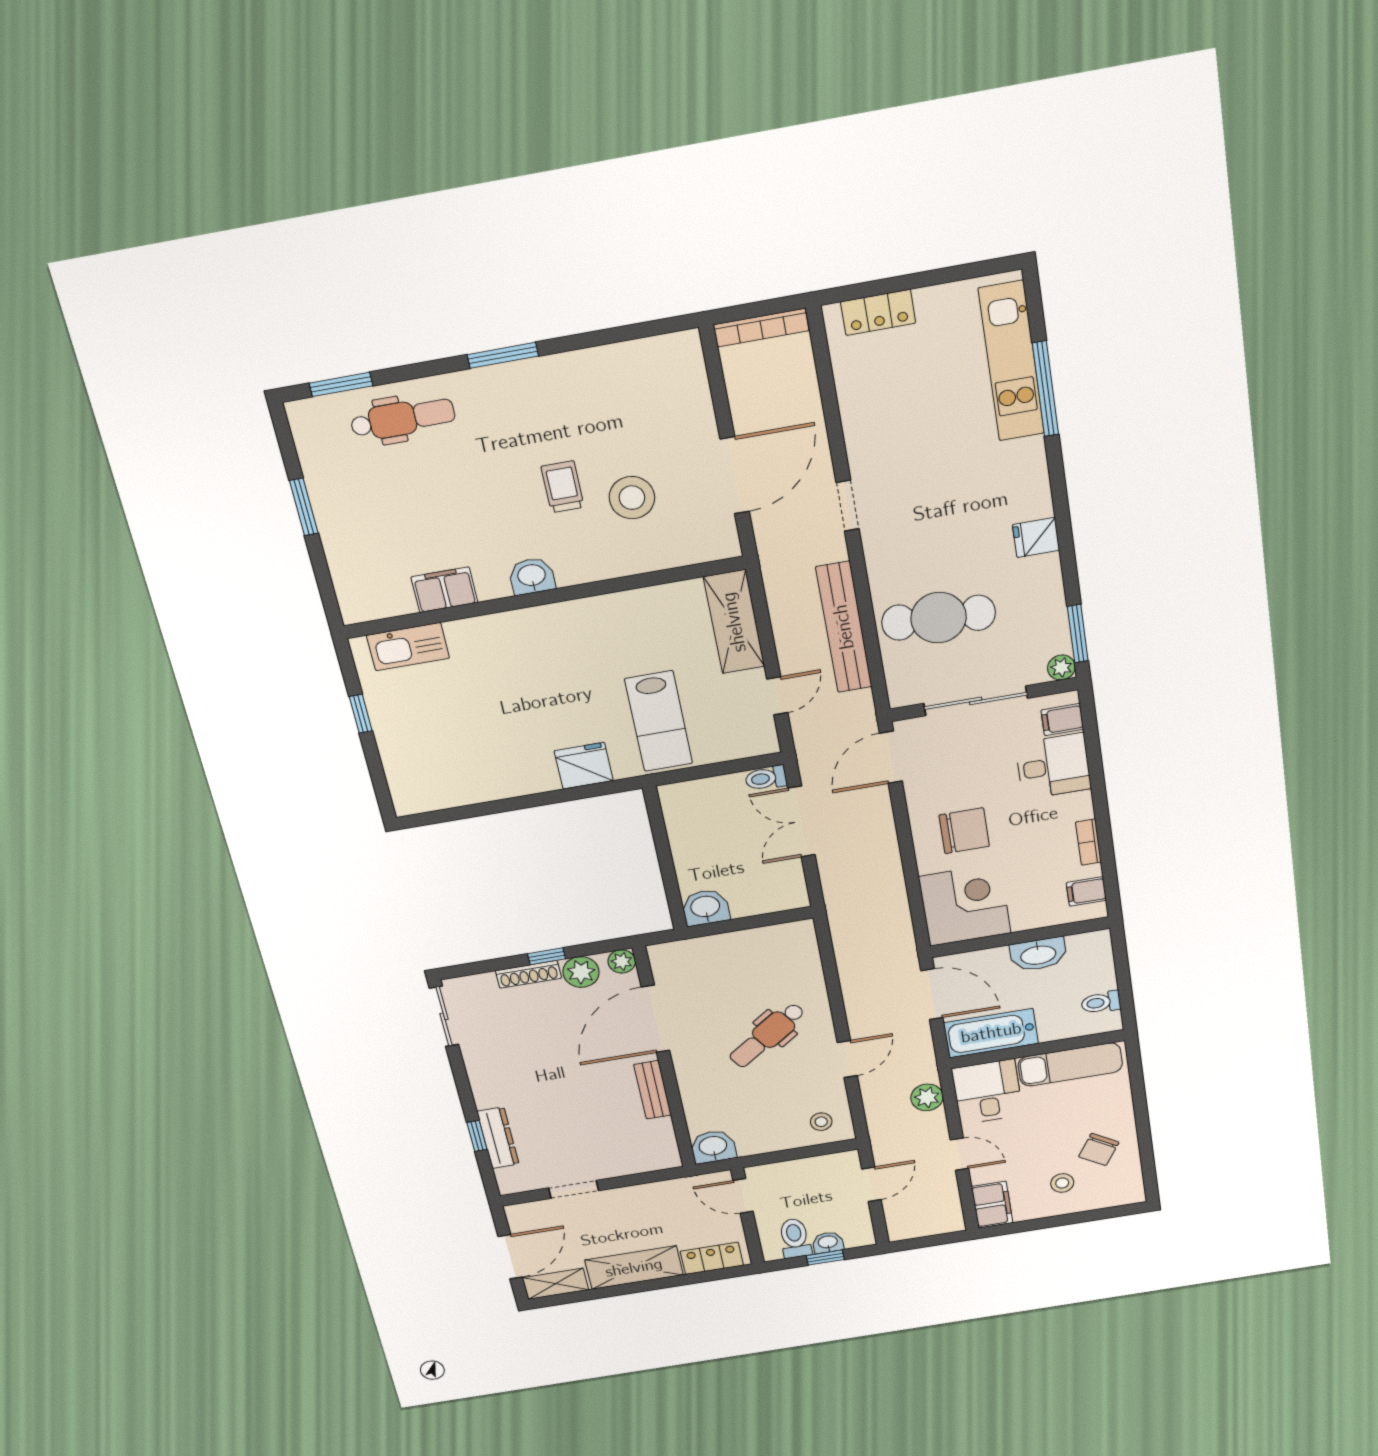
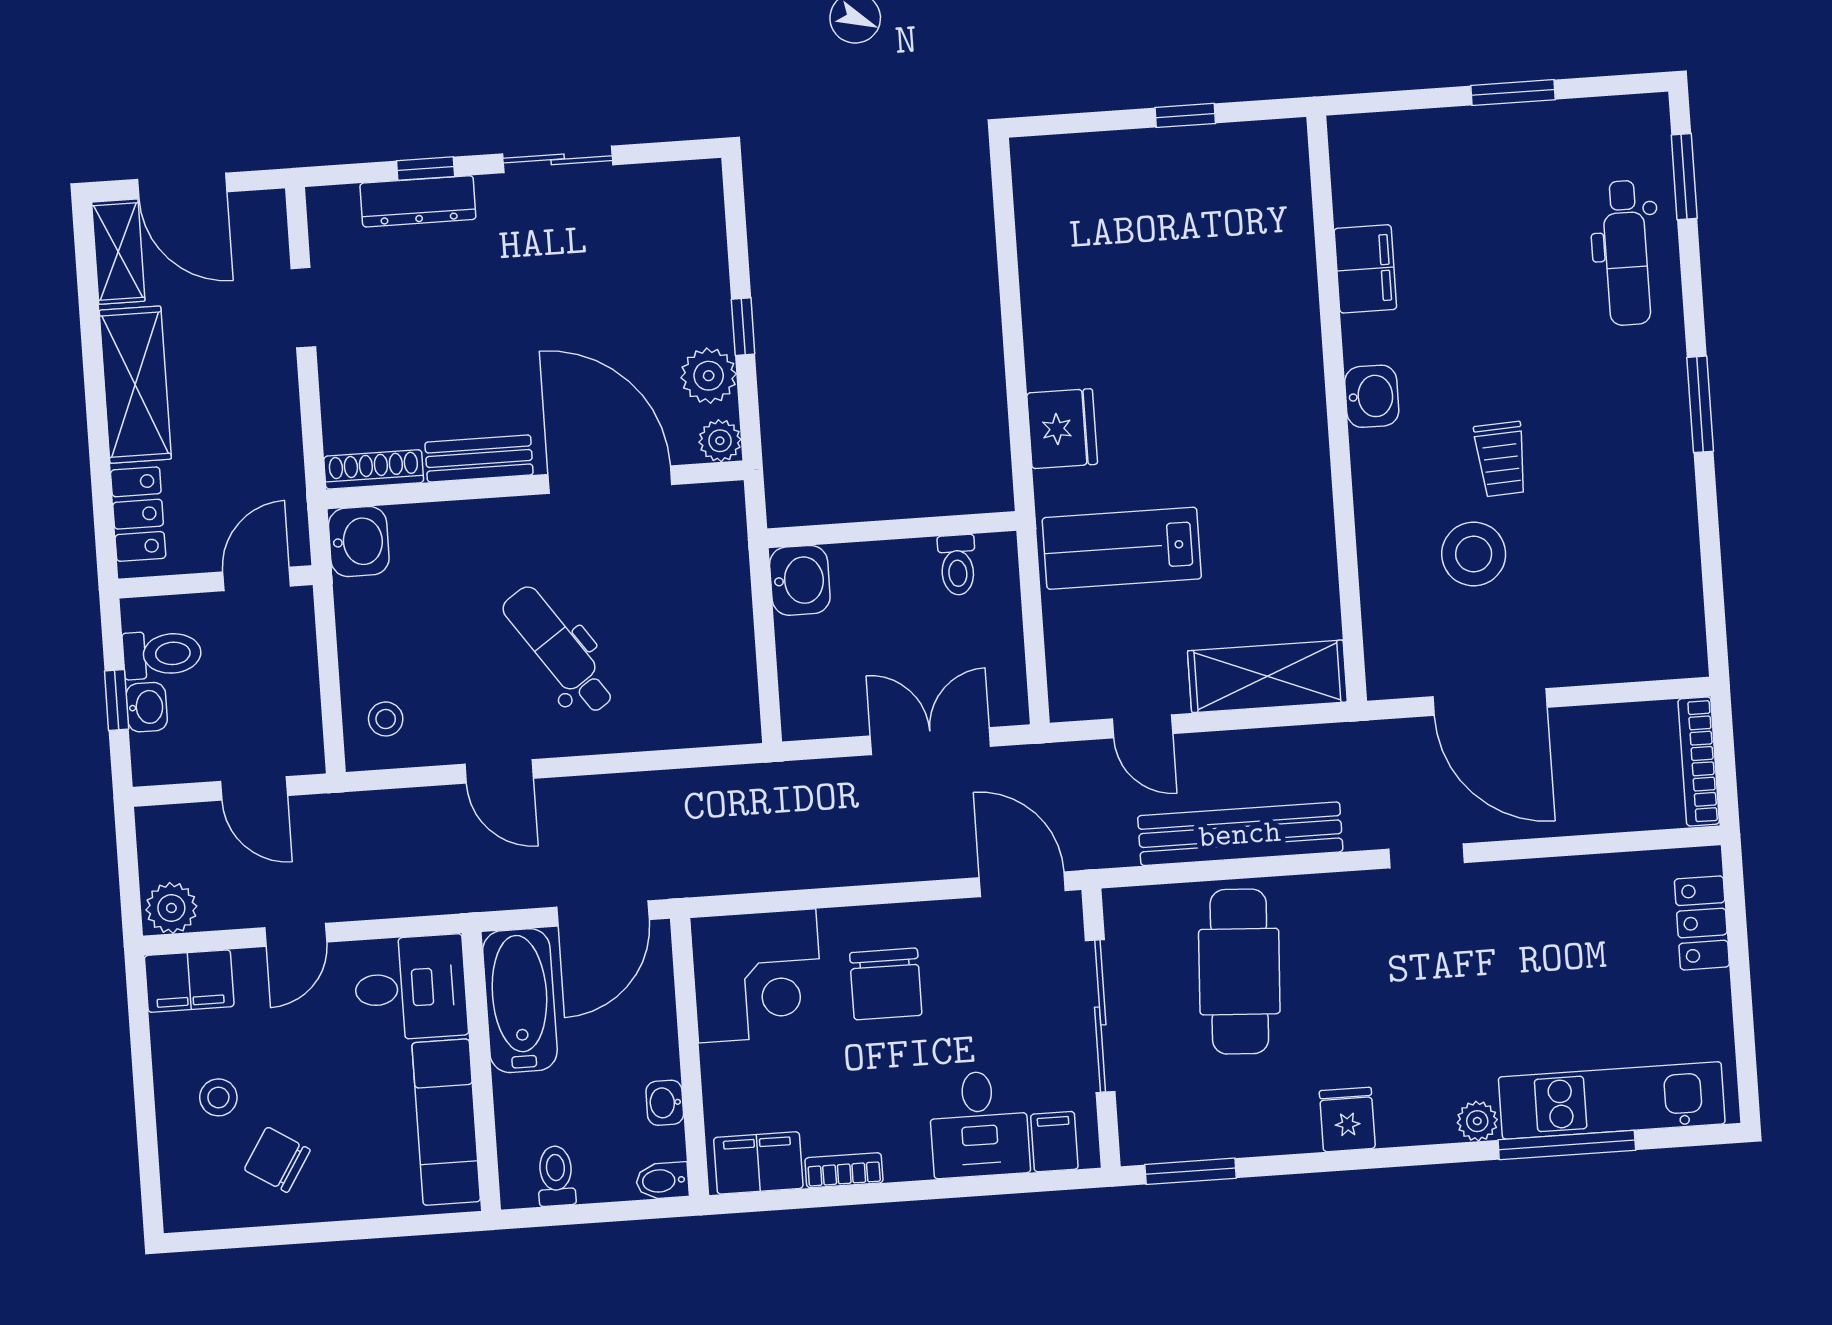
trolley: (563, 487) -> (1501, 459), turned 87
kitchen sink: (408, 647) -> (1283, 202), removed
plant: (1061, 667) -> (1477, 1121), moved
toilet: (766, 778) -> (957, 565), moved, turned 180
filing cabinet: (1086, 891) -> (758, 1163), width x2.00
bidet: (1101, 944) -> (662, 1181), added
washbasin: (1038, 954) -> (665, 1103), width x0.52, depth x0.69
shoe rack: (528, 974) -> (374, 469), moved, turned 90
sliding door: (444, 1016) -> (558, 159), moved
plant: (927, 1097) -> (171, 908), moved

